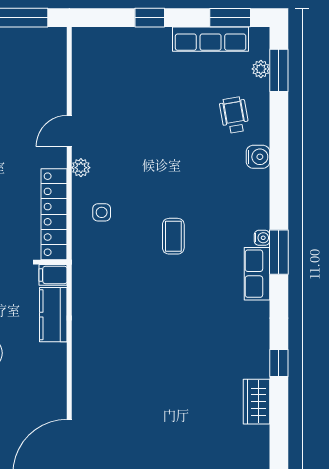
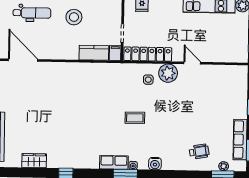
water cooler: (258, 157) -> (155, 164), moved
plant: (81, 168) -> (168, 73), width x1.88, depth x1.88
wardrobe: (256, 402) -> (34, 161), moved

